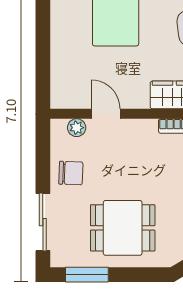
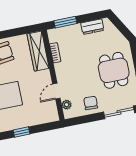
window: (43, 34) -> (21, 132), added

